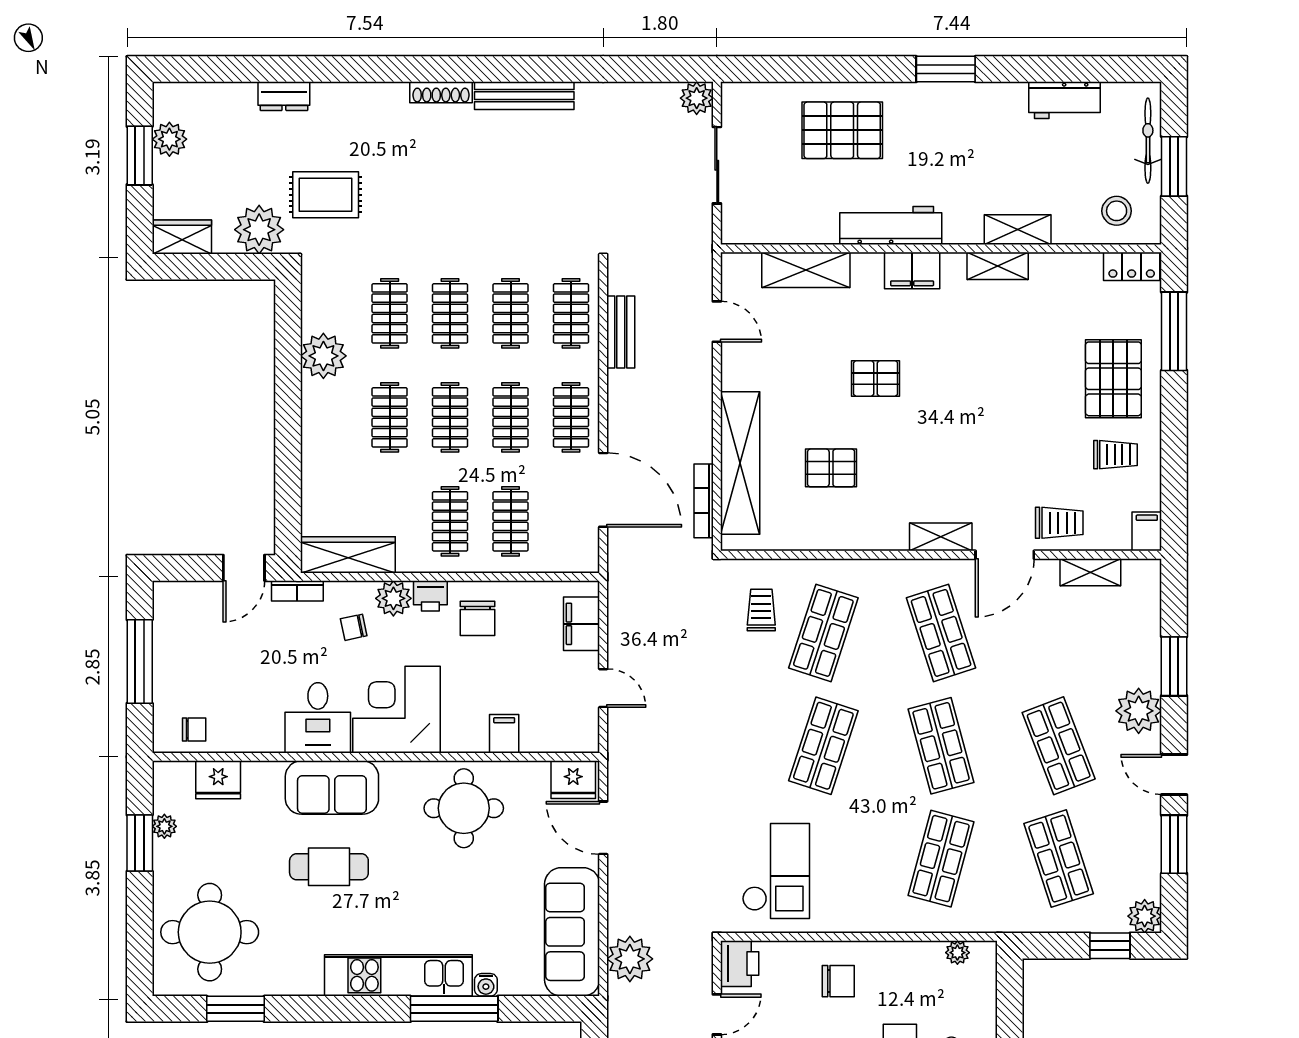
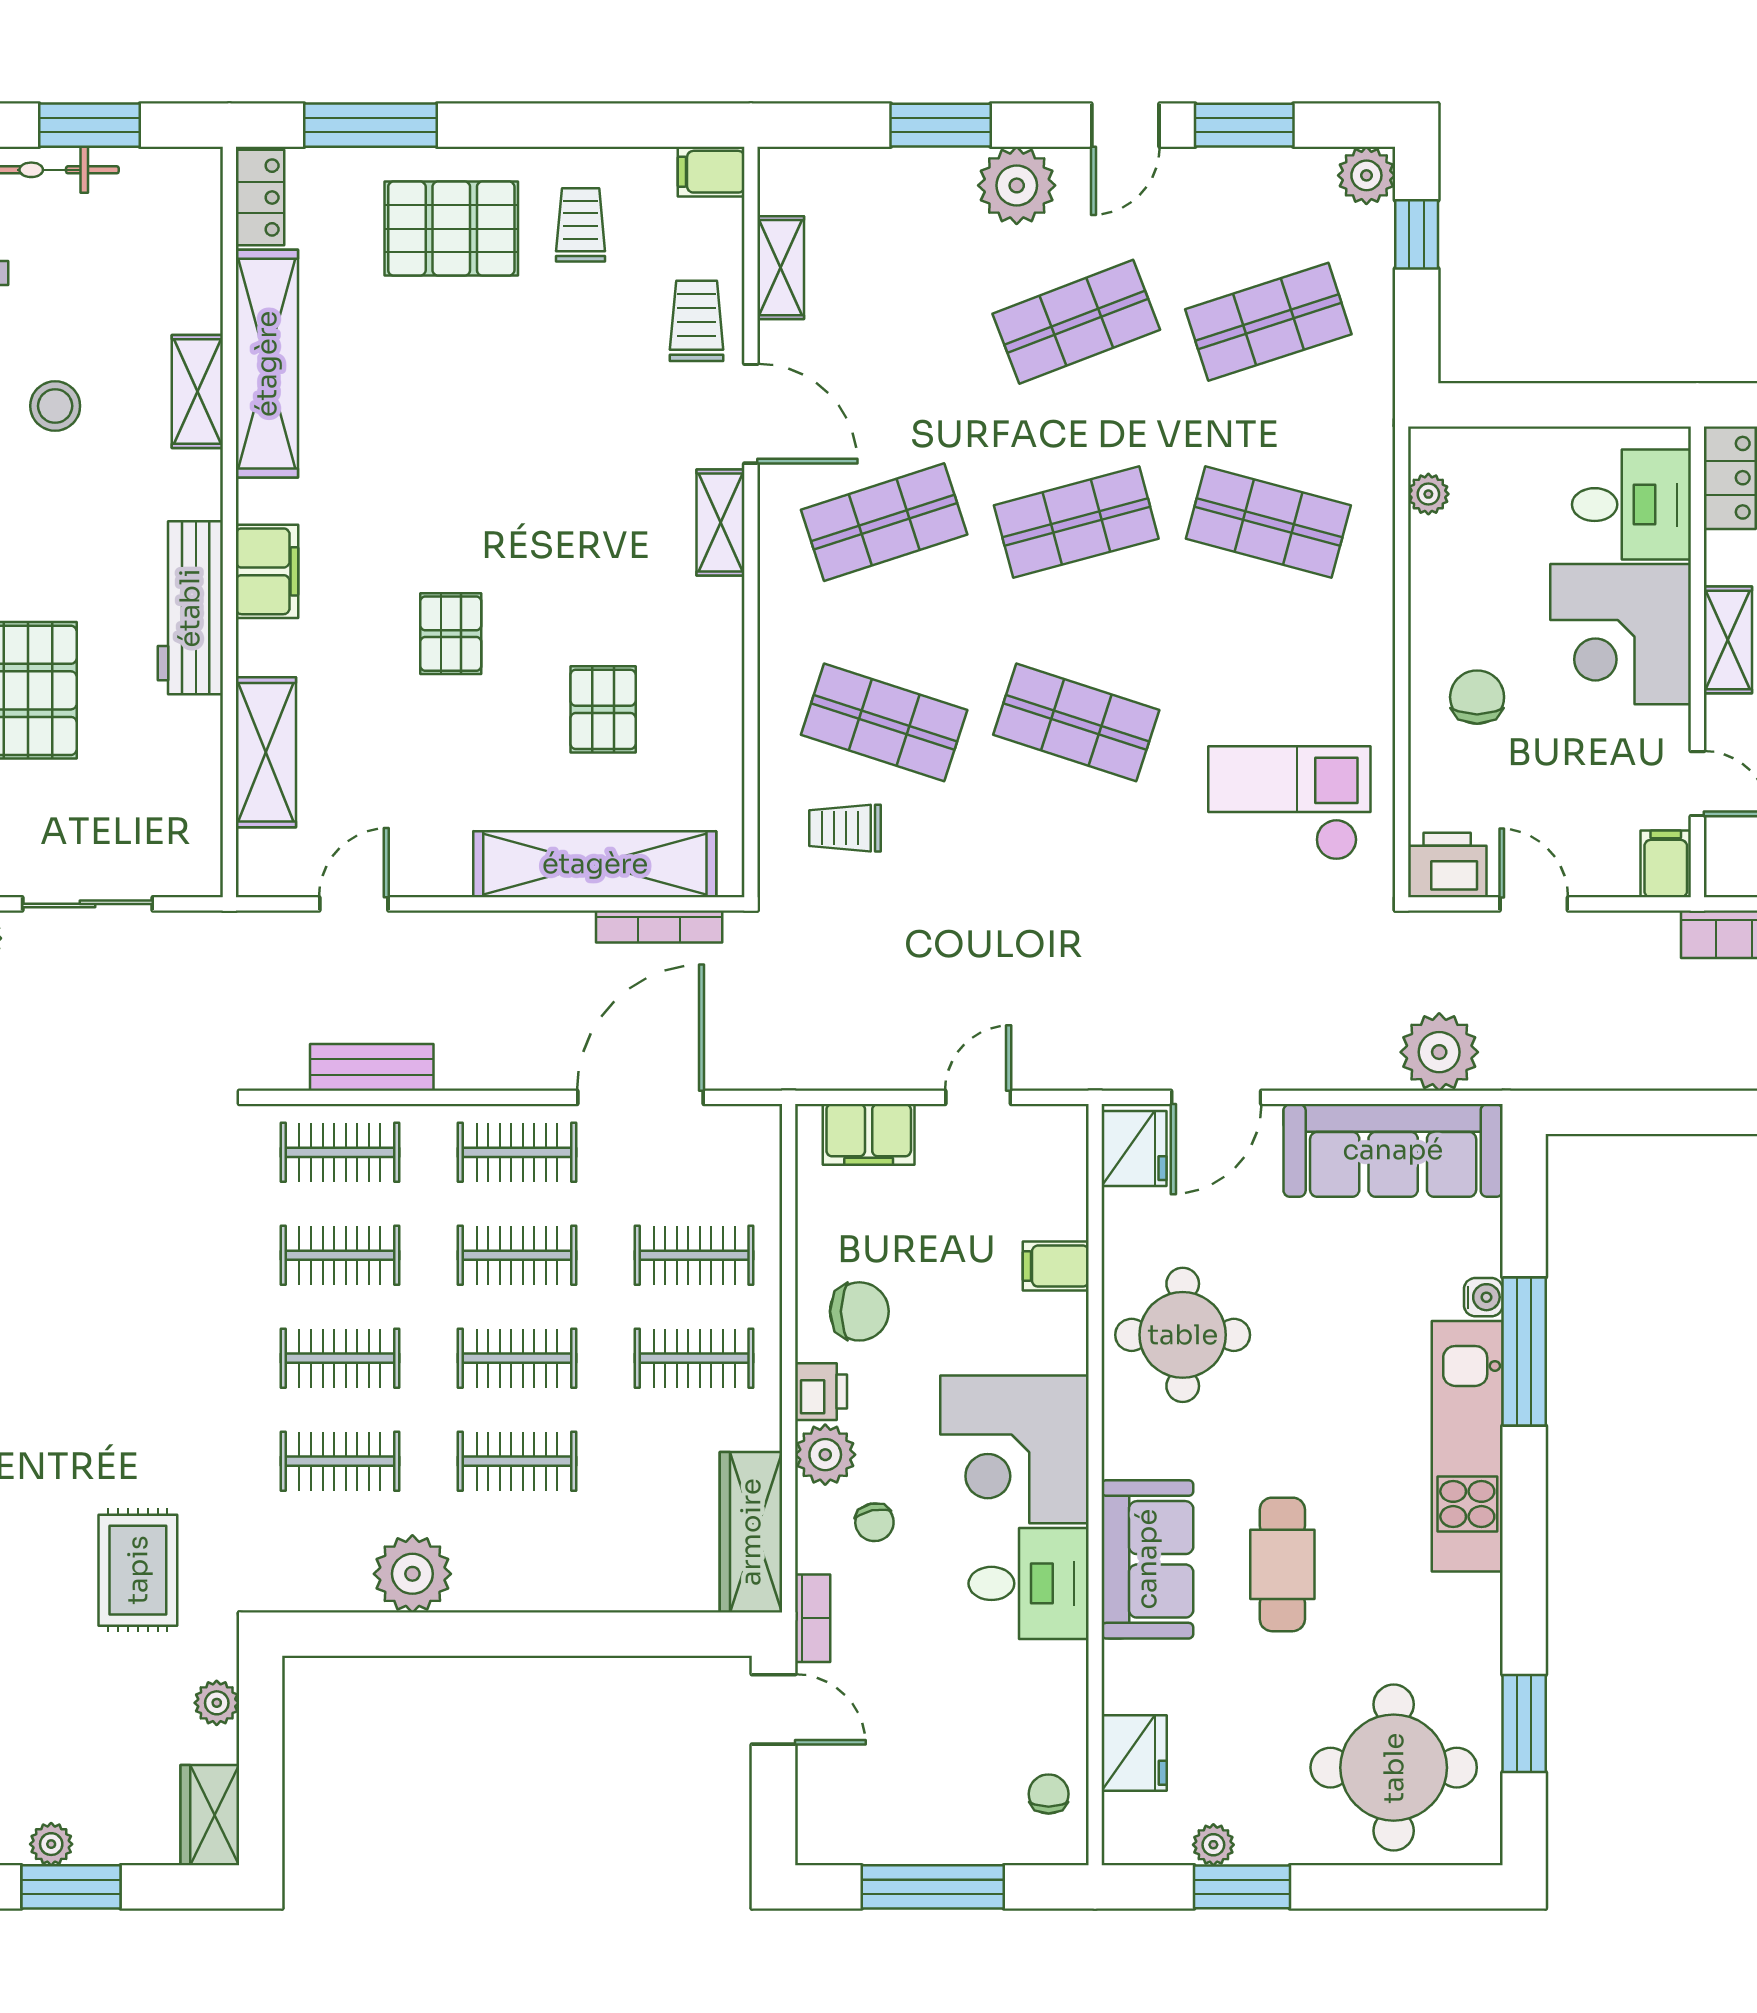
plant: (169, 139) -> (51, 1844), width x0.73, depth x0.73
stool: (1117, 211) -> (55, 406), moved
plant: (259, 230) -> (217, 1703), width x0.53, depth x0.53
shelving: (998, 266) -> (267, 364), width x2.20, depth x1.33

